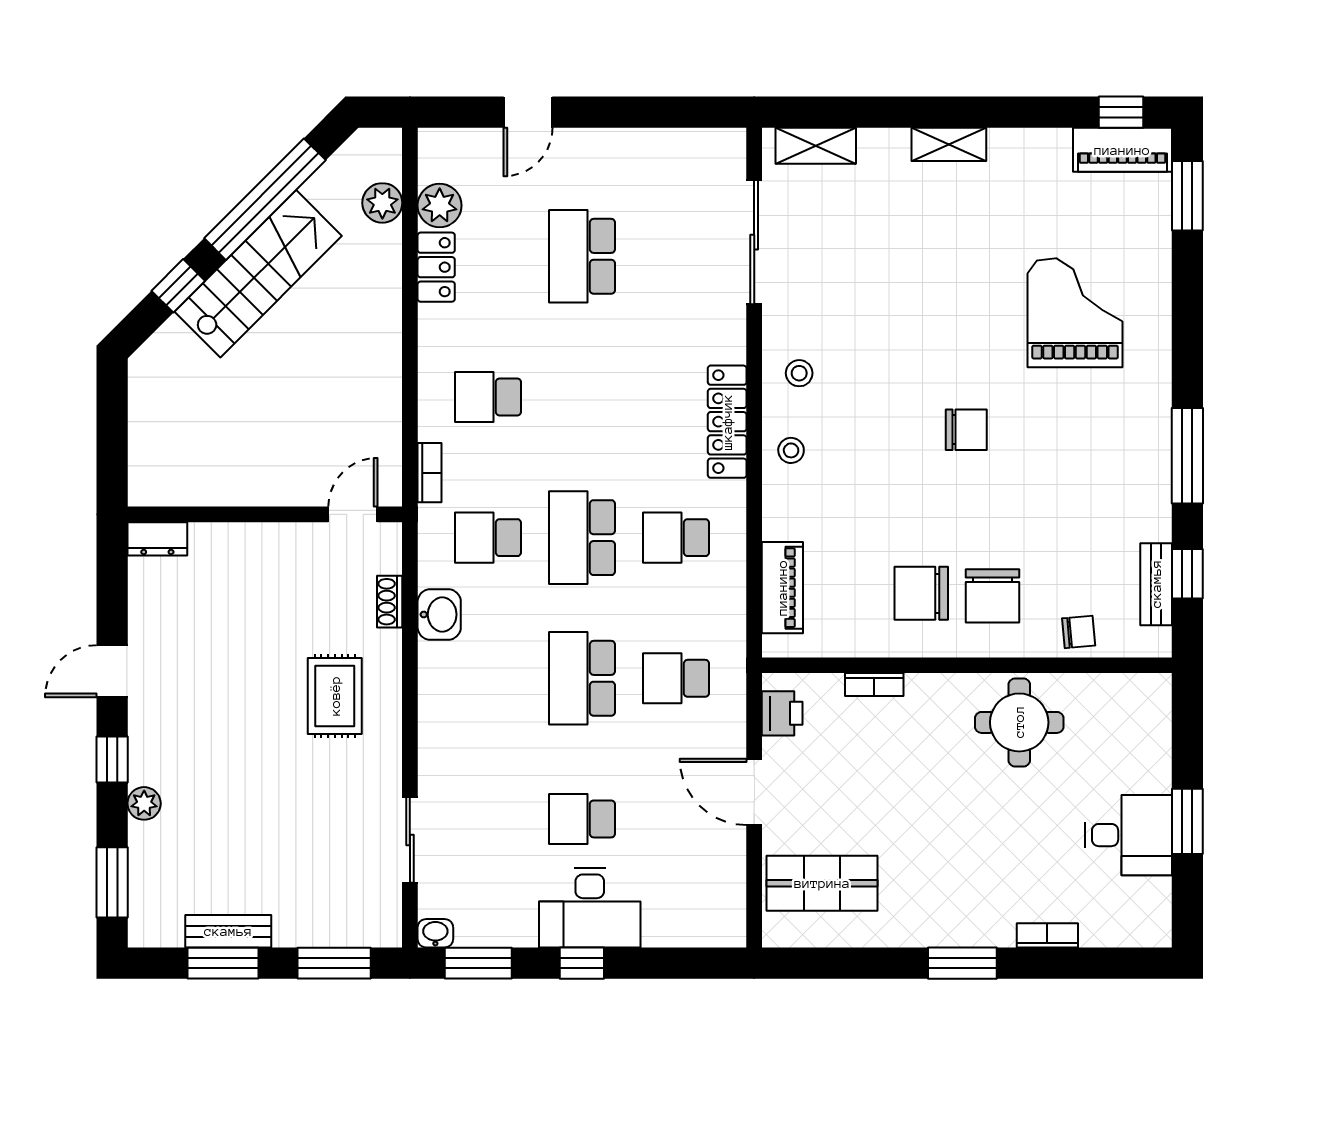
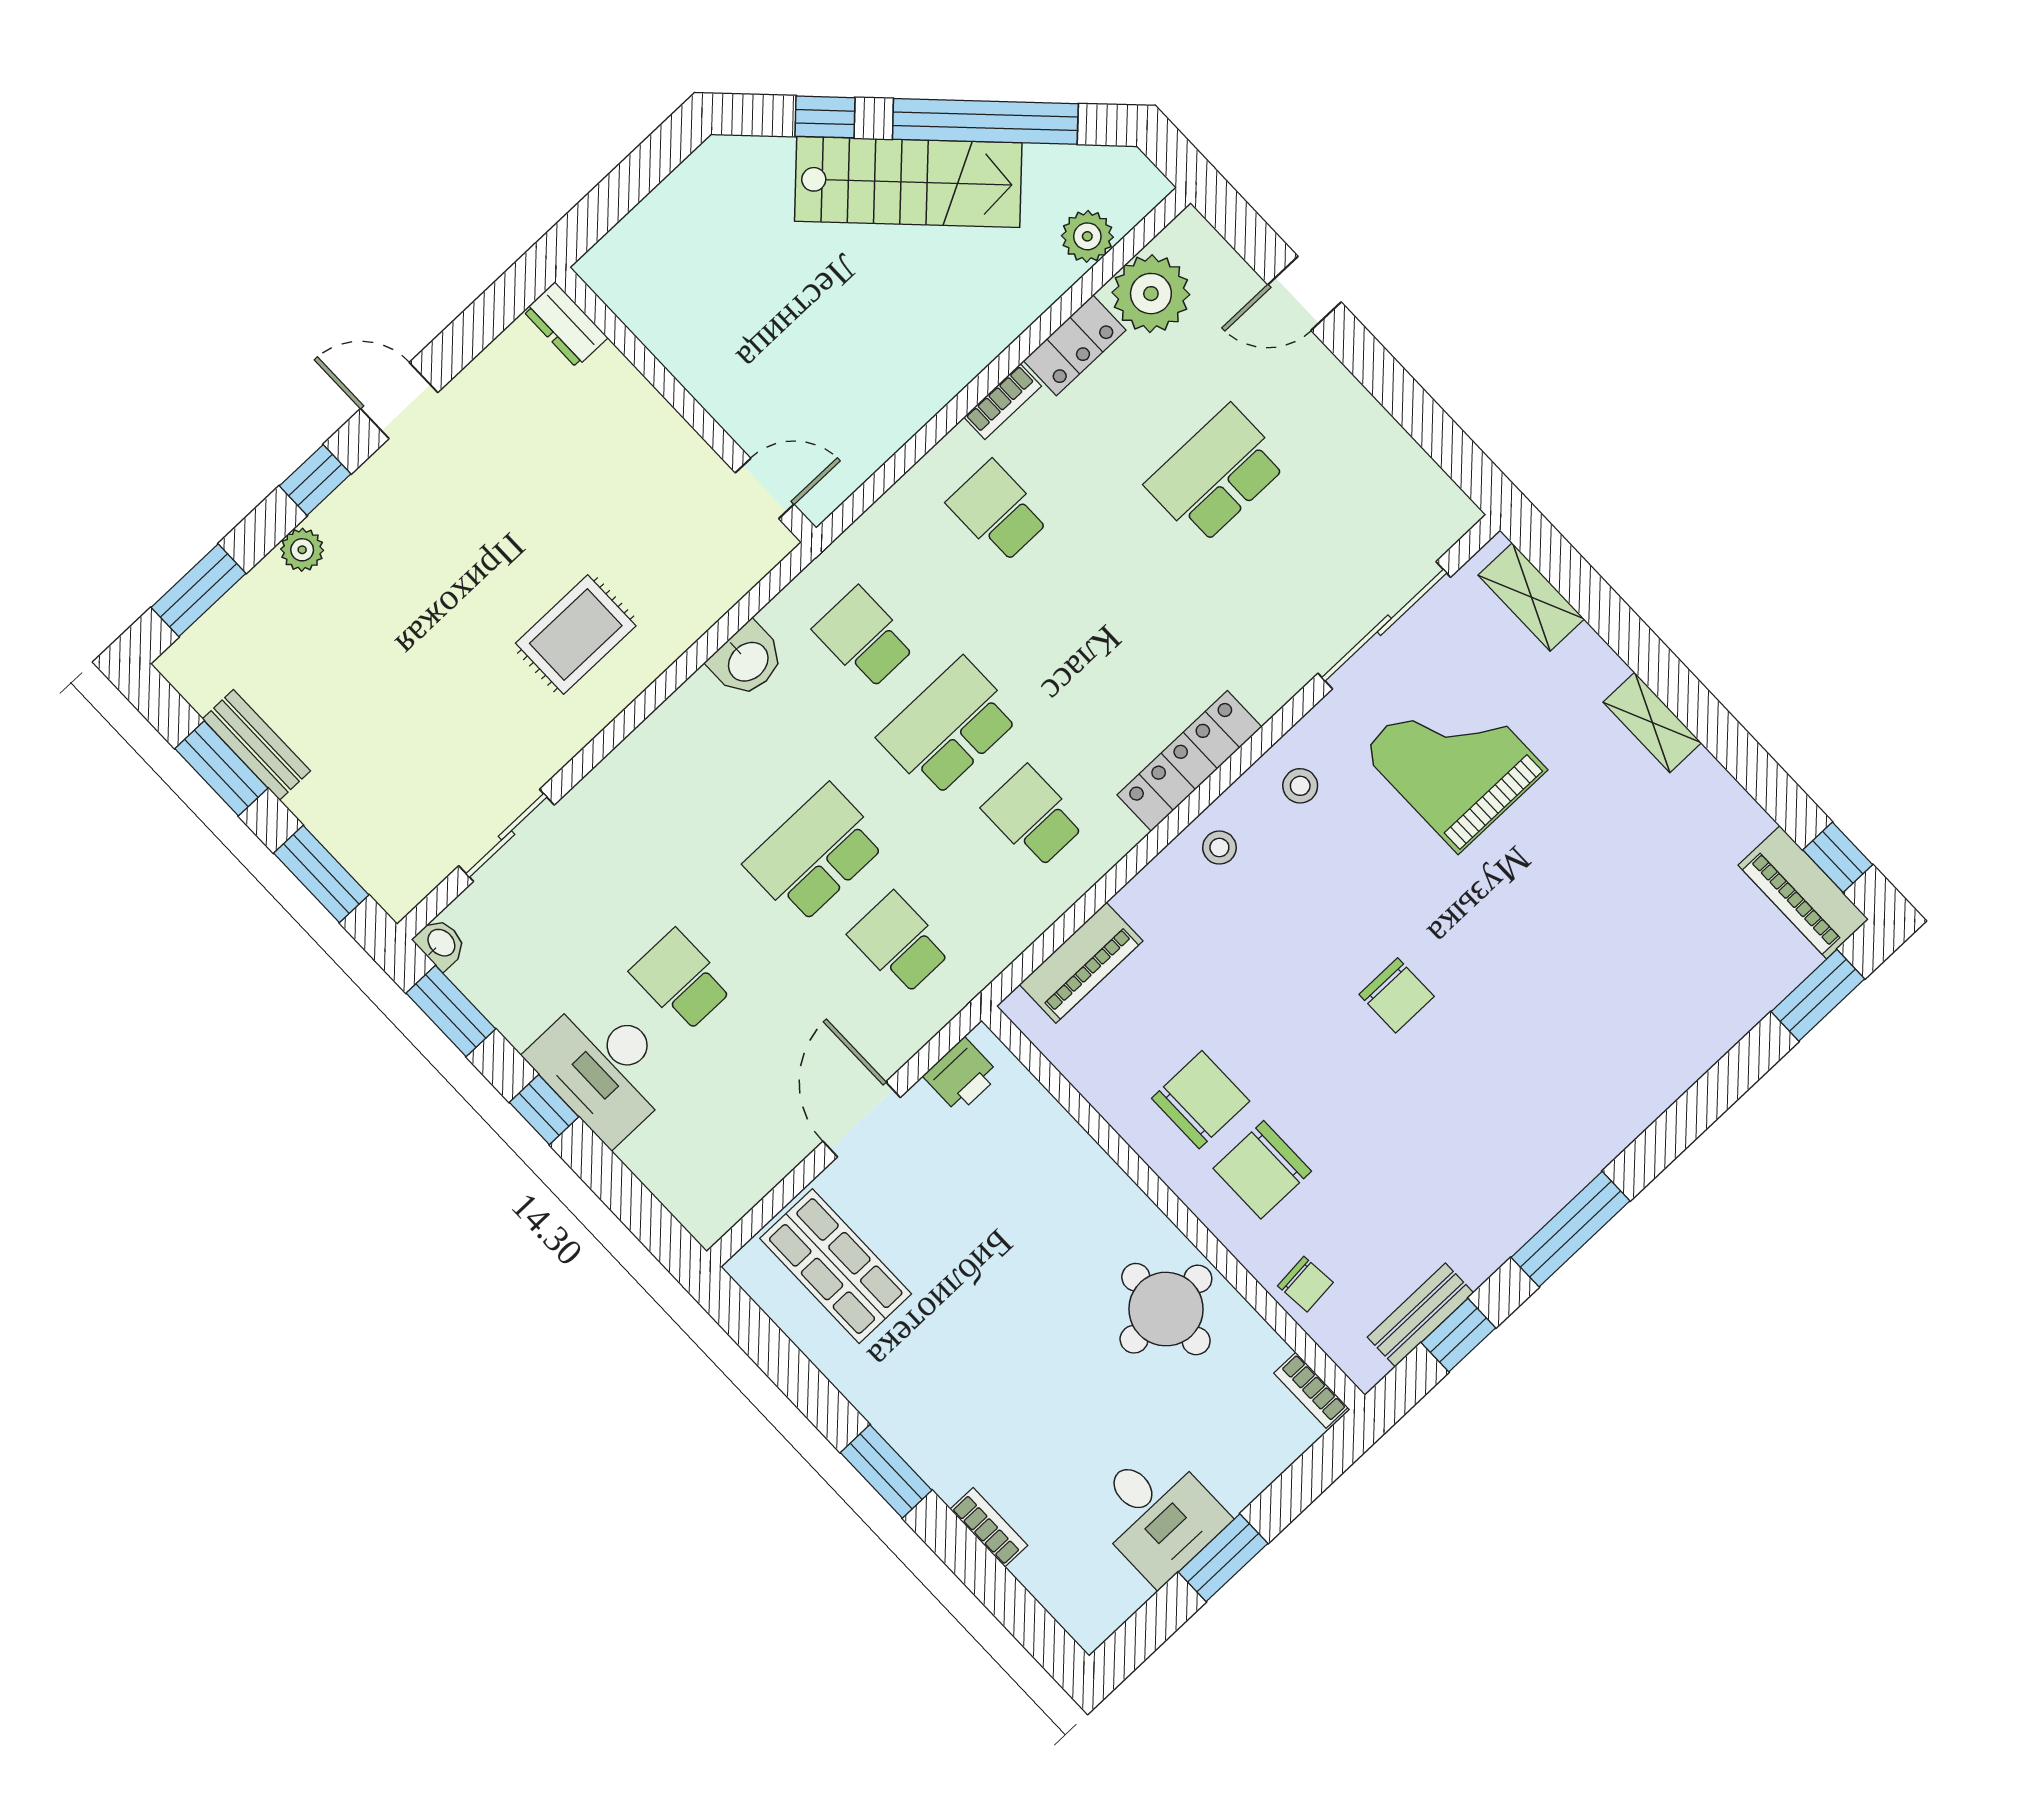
plant: (440, 206) -> (1151, 294), width x1.36, depth x1.36
grand piano: (1075, 313) -> (1454, 760), moved, turned -90
bookcase: (430, 473) -> (1003, 402), moved
chair: (921, 593) -> (1201, 1100), turned 90
shoe rack: (390, 602) -> (715, 602), removed
bookcase: (874, 685) -> (1311, 1390), moved

